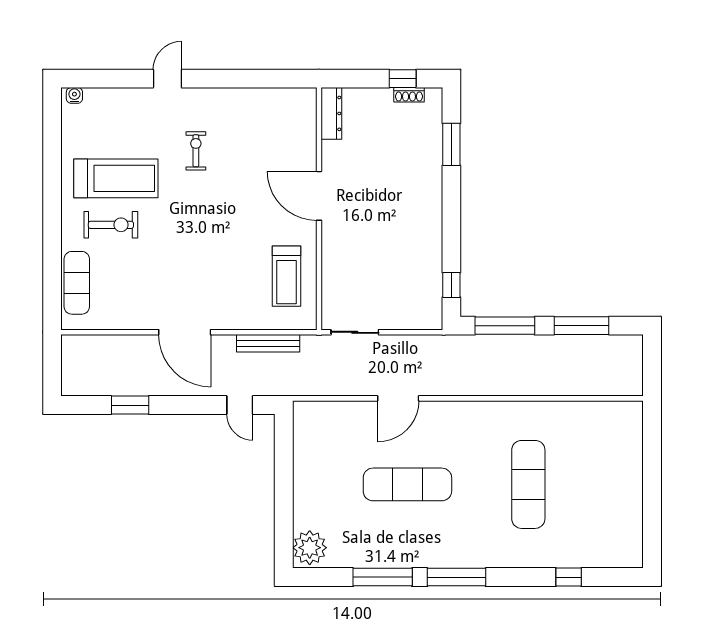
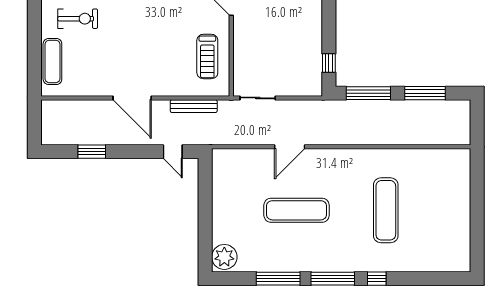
window: (569, 577) -> (377, 279), moved

